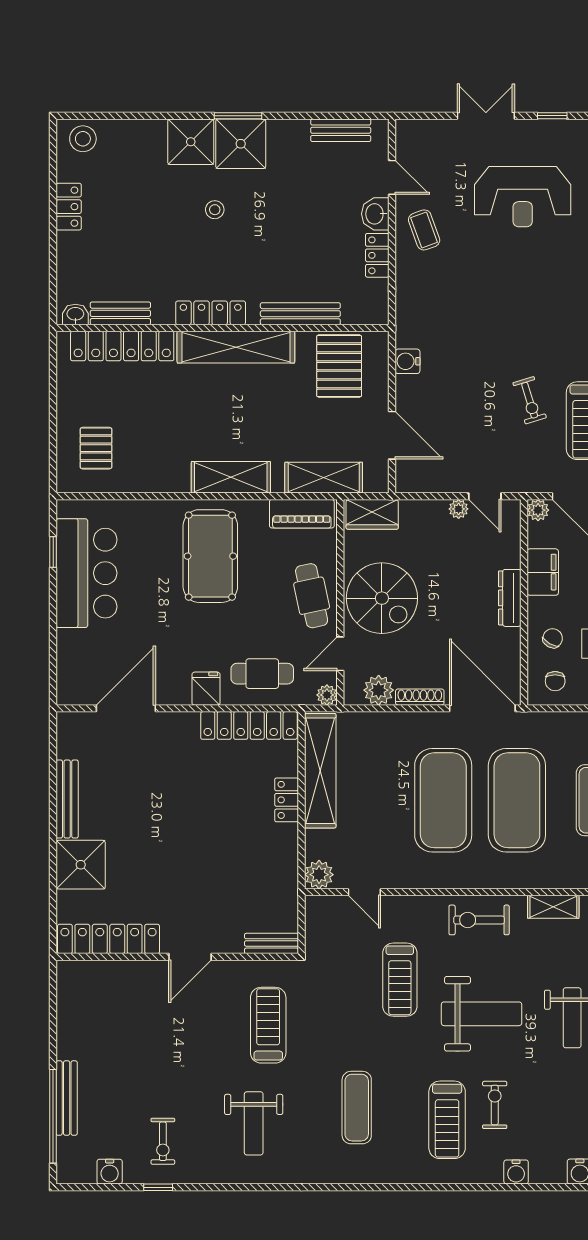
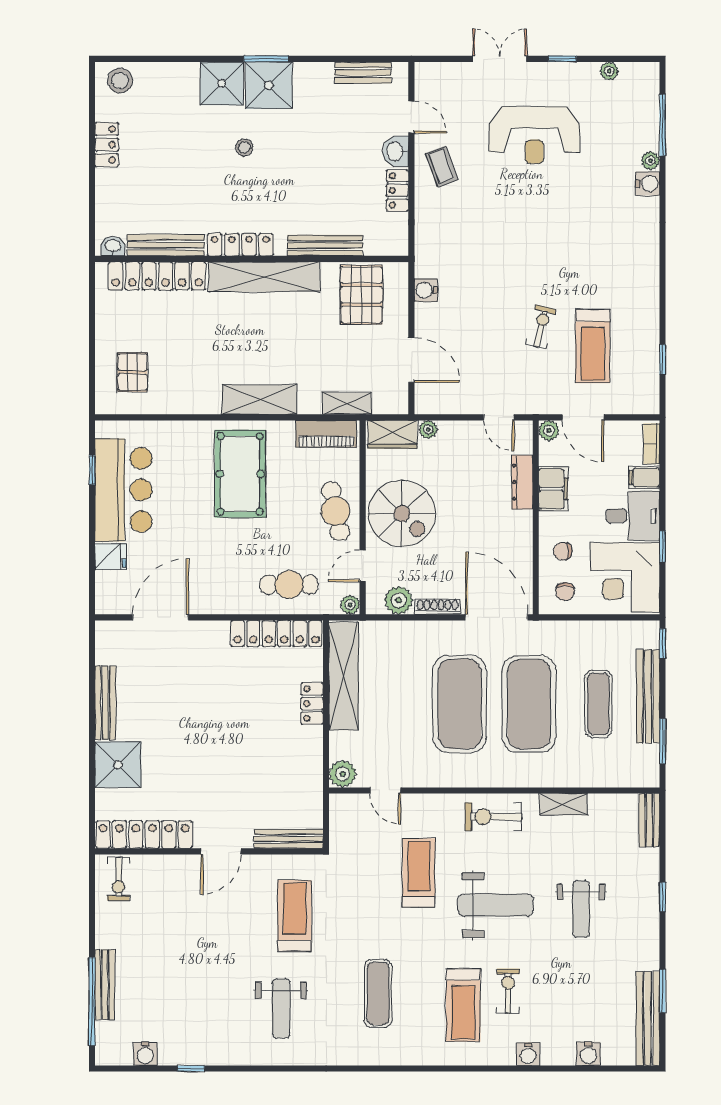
bench: (120, 313) -> (166, 245), width x1.36
exercise bike: (530, 400) -> (541, 327), turned -149
shelving: (324, 478) -> (347, 403), width x0.67, depth x0.75
plant: (459, 509) -> (428, 429), moved
dresser: (510, 598) -> (522, 482), moved
chair: (553, 638) -> (563, 551), turned -120
fridge: (206, 689) -> (111, 556), moved, turned 90
bench: (272, 943) -> (289, 839), width x1.36
treadmill: (400, 980) -> (419, 873), turned 180
exercise bike: (163, 1141) -> (118, 879), moved

